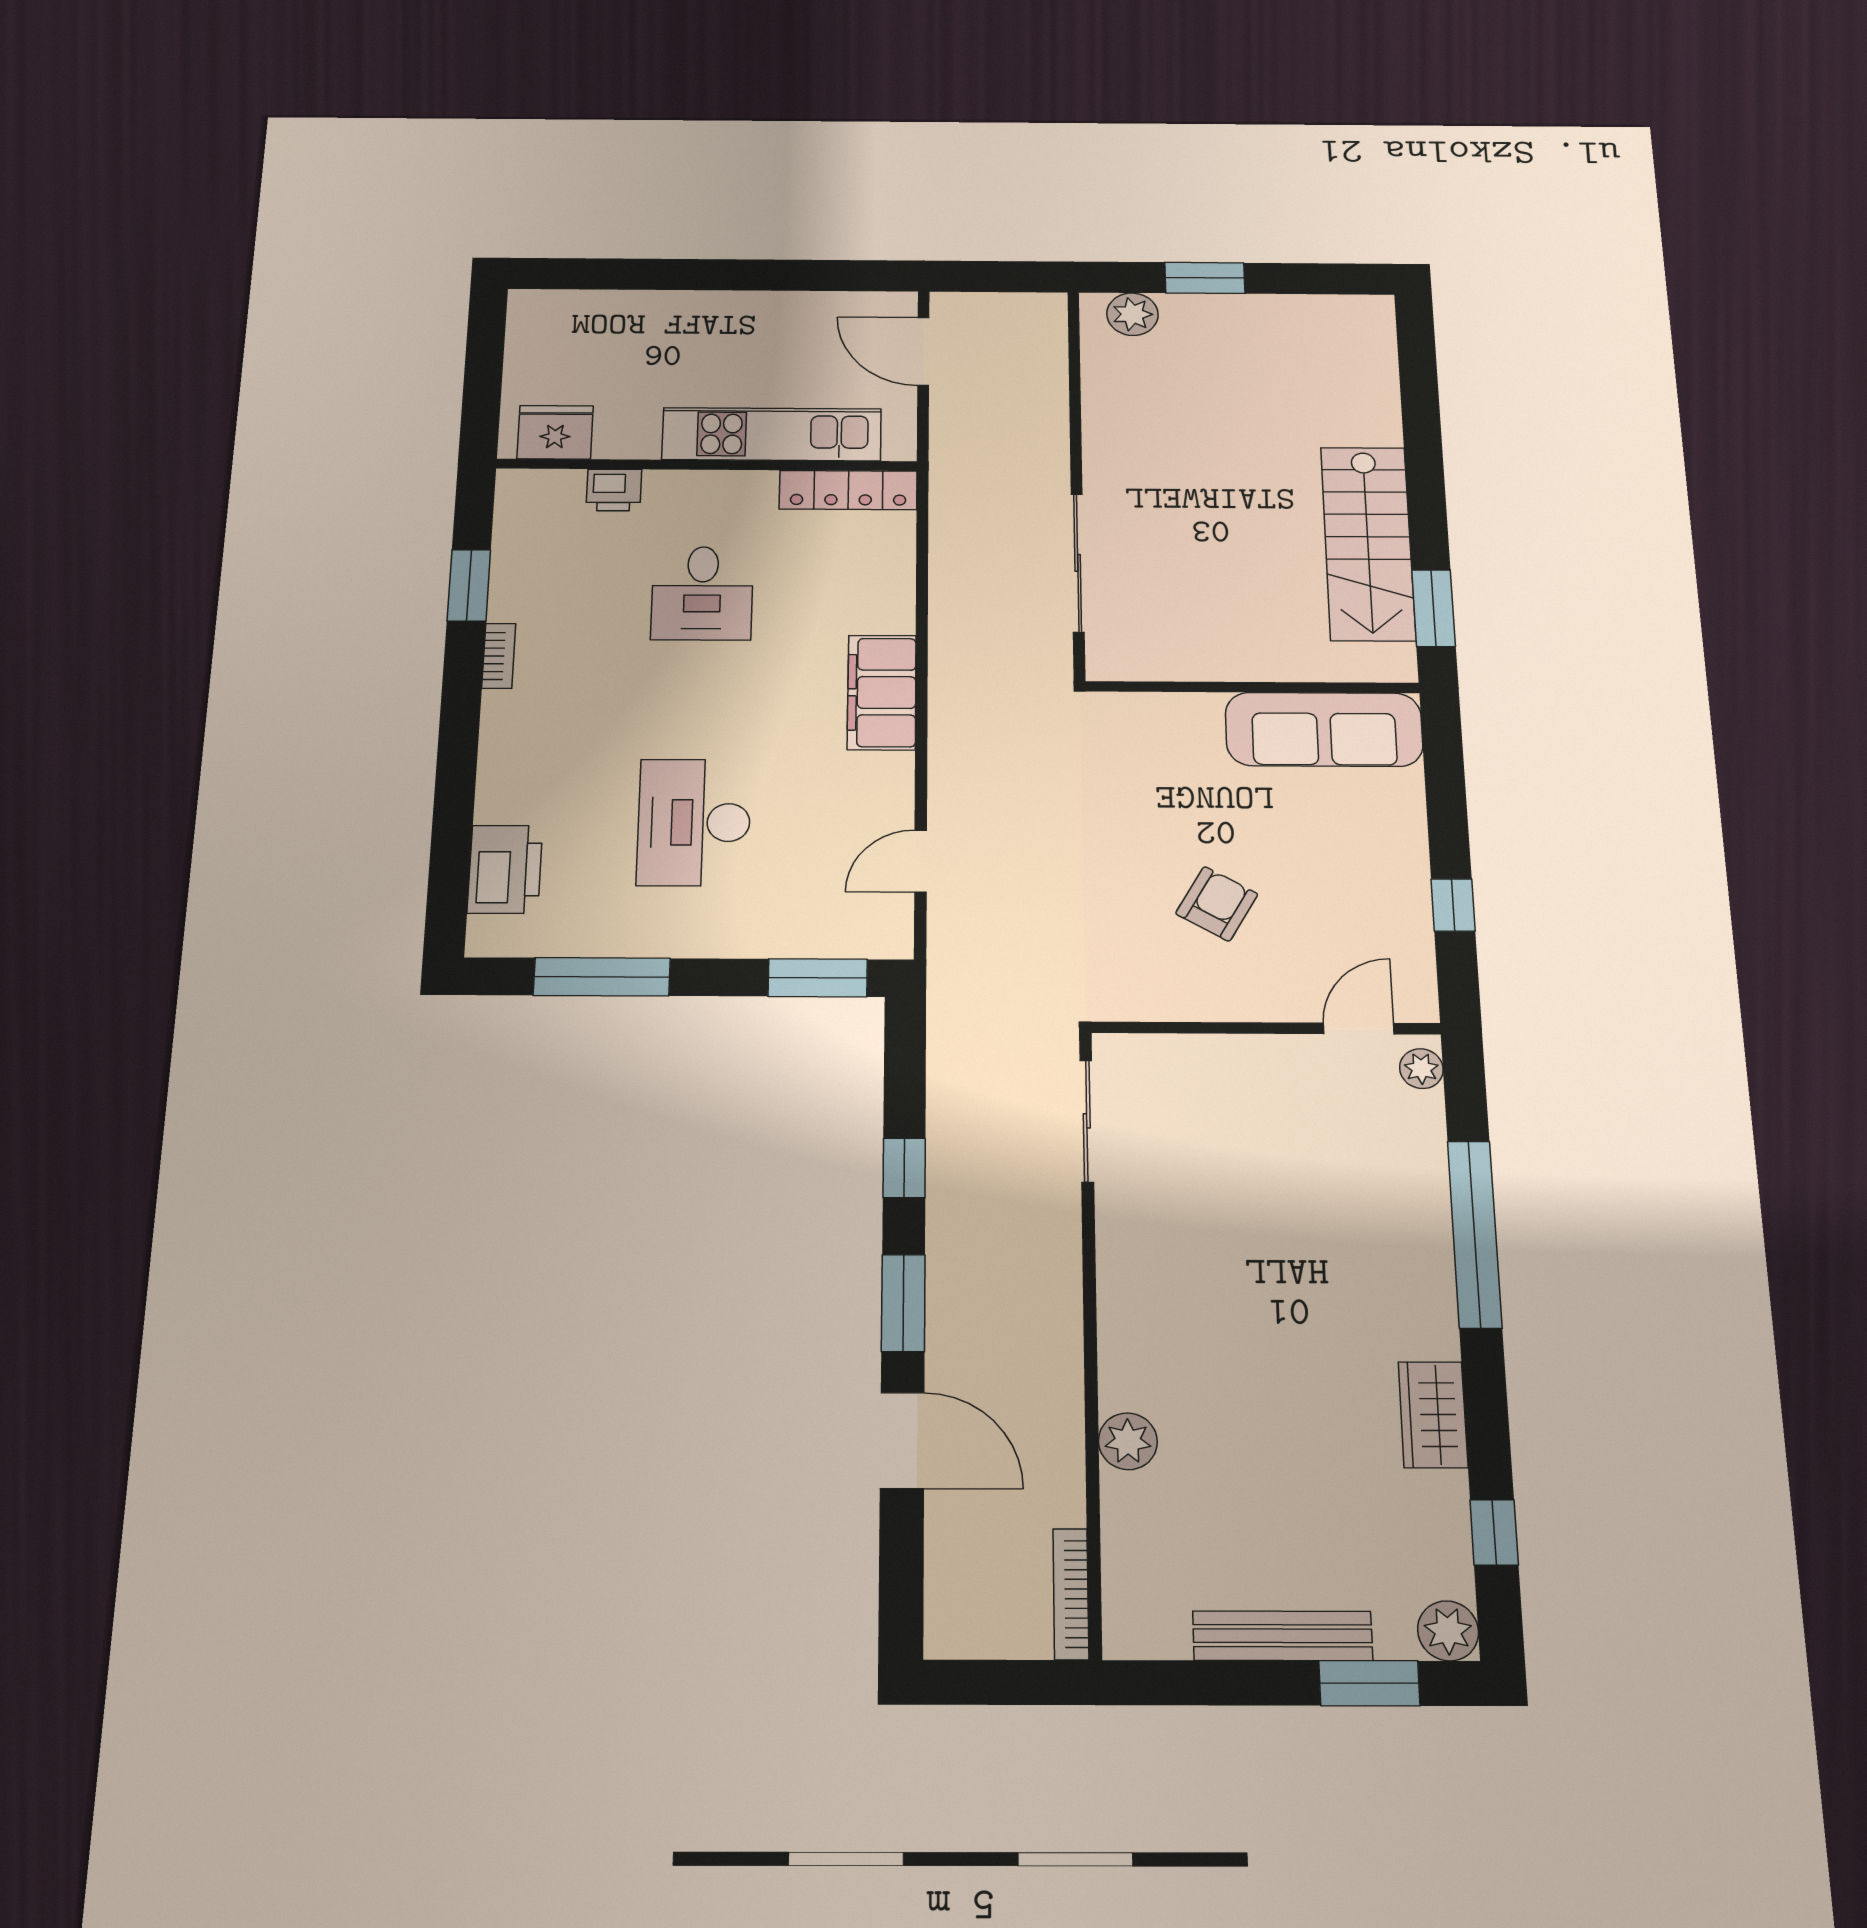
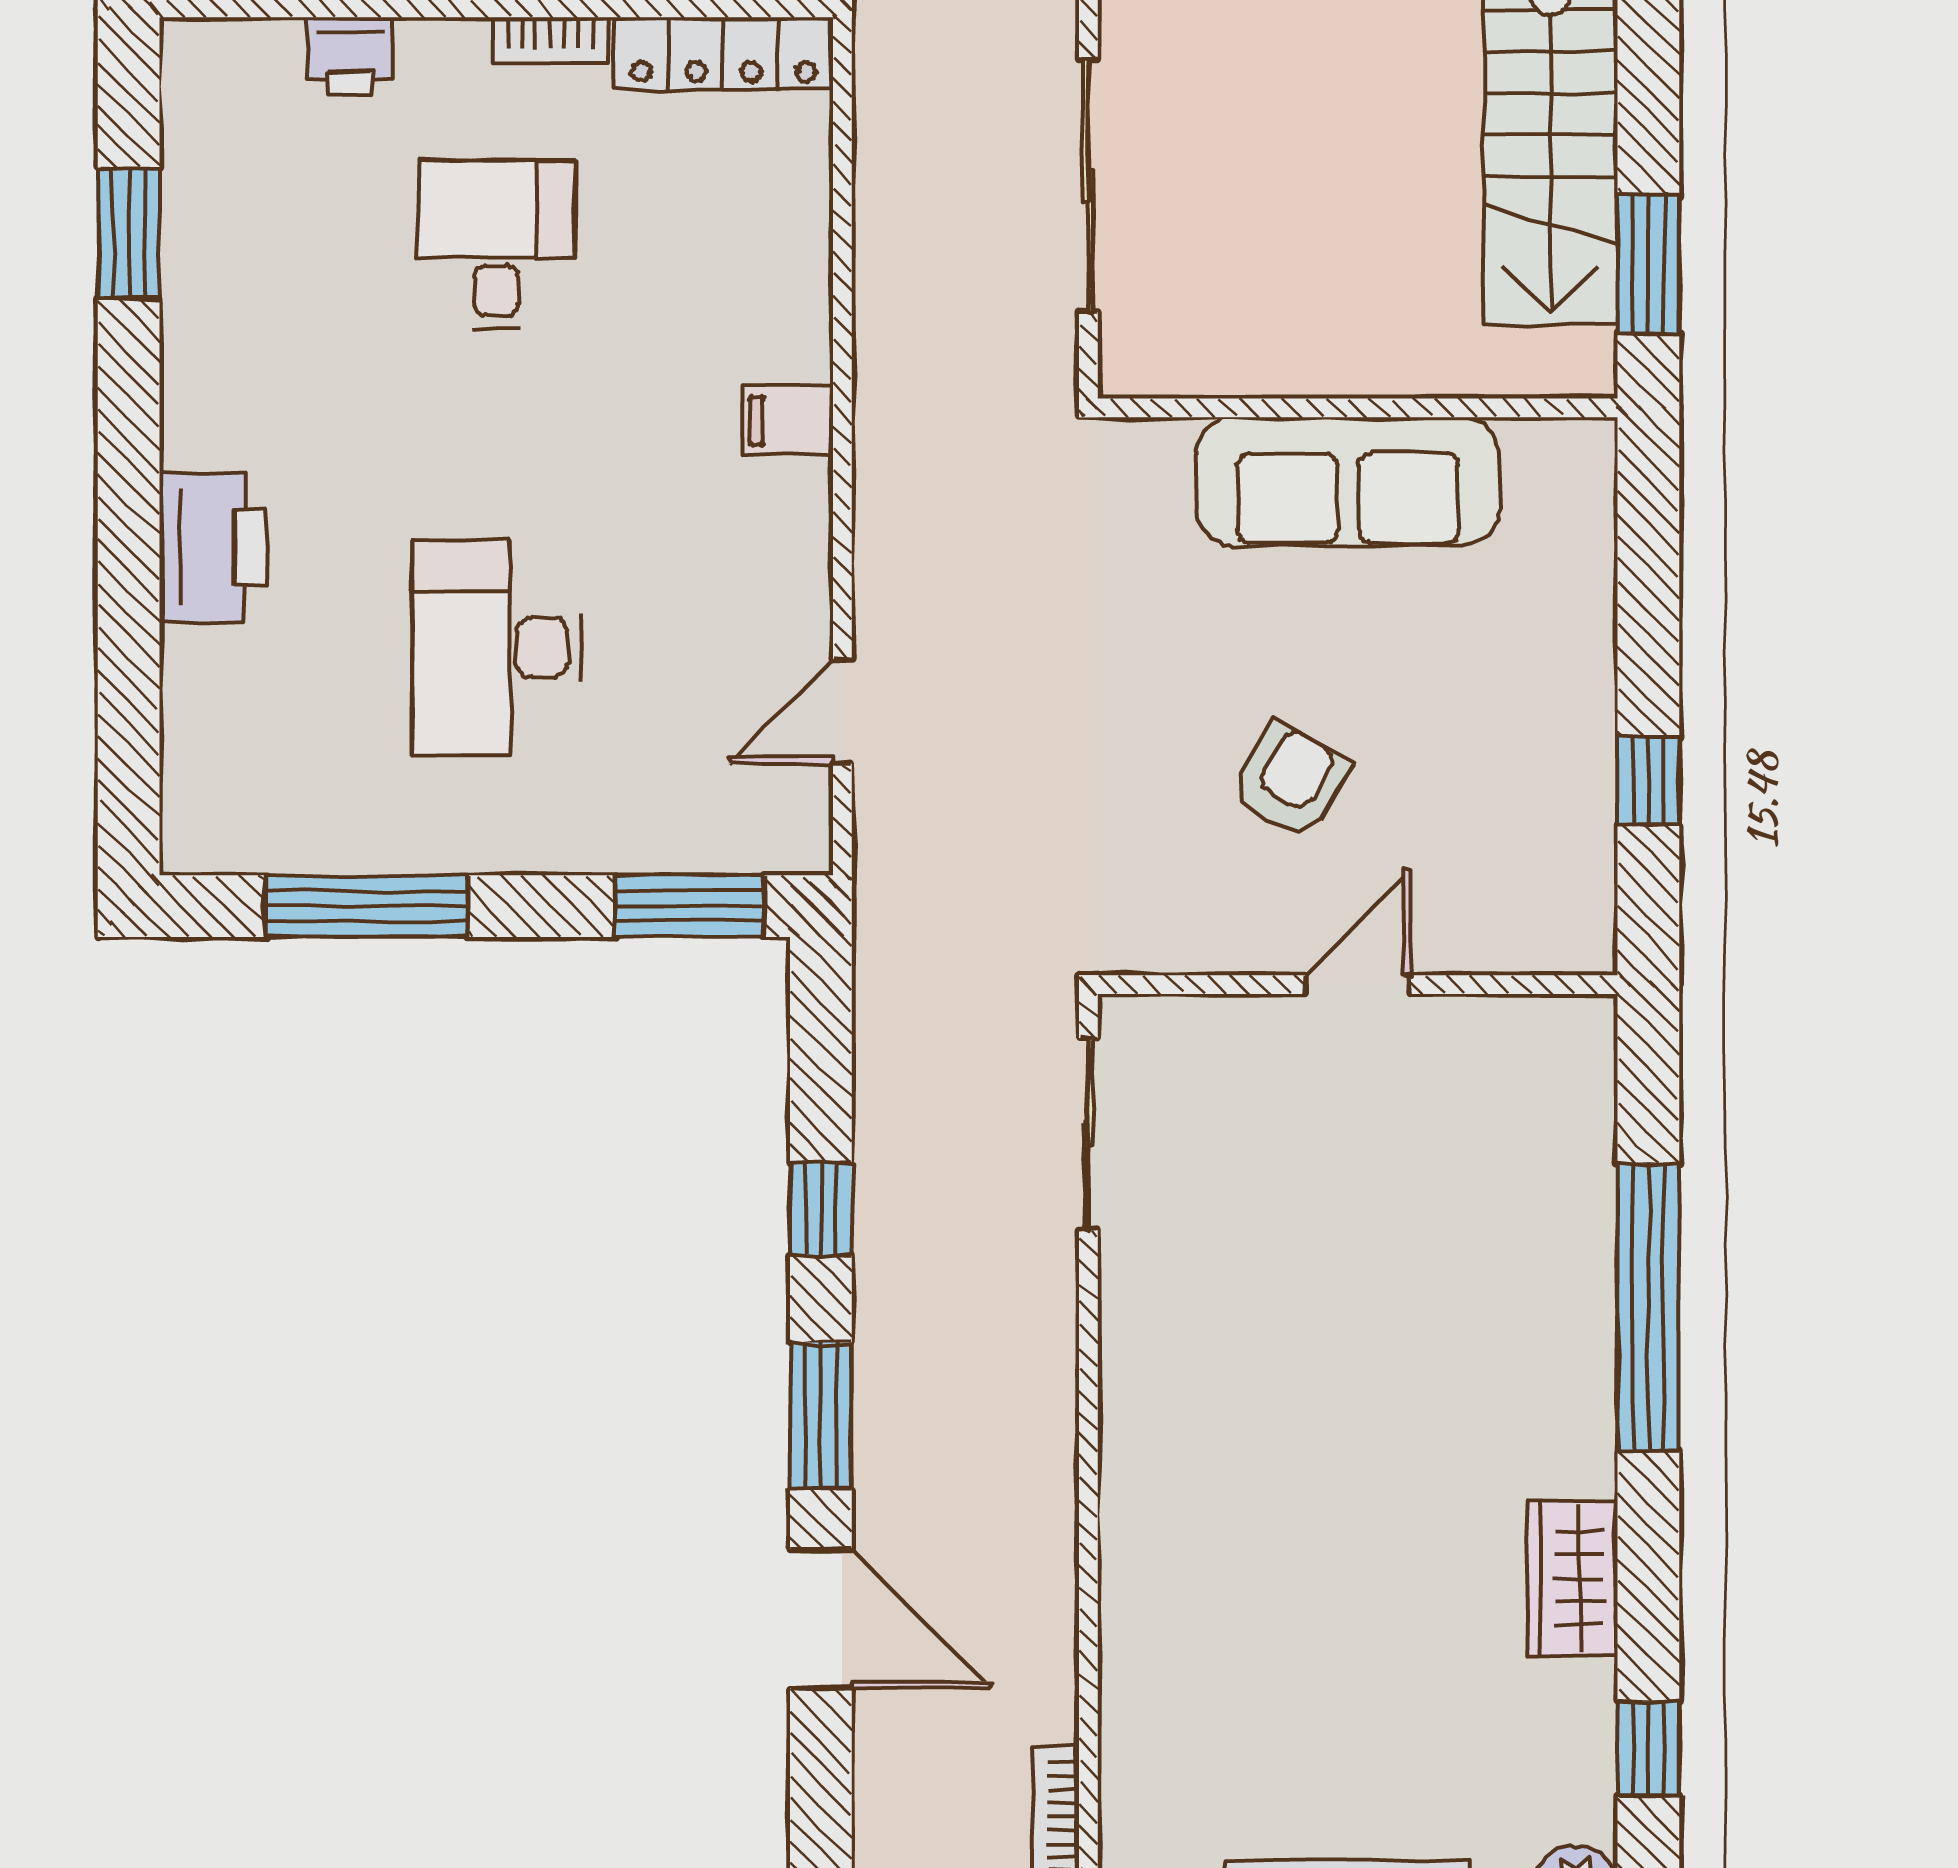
desk: (702, 593) -> (496, 245), turned 180
bookcase: (499, 656) -> (550, 40), moved, turned 90
filing cabinet: (882, 692) -> (788, 421), width x0.33, depth x0.86
sofa: (1324, 729) -> (1348, 481), moved
printer: (505, 869) -> (213, 548), moved
door: (1359, 1028) -> (1358, 985), moved
plant: (1421, 1069) -> (1586, 1049), removed
plant: (1128, 1441) -> (1139, 1619), removed

